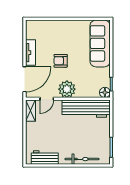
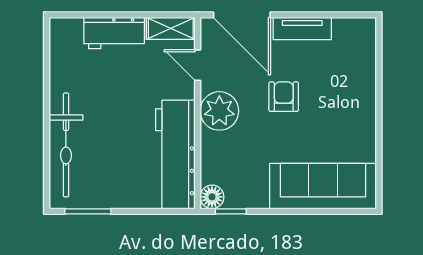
workbench: (45, 158) -> (114, 33), moved, turned 90
bicycle: (82, 159) -> (66, 145), width x1.37, depth x1.40

